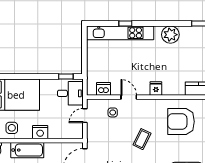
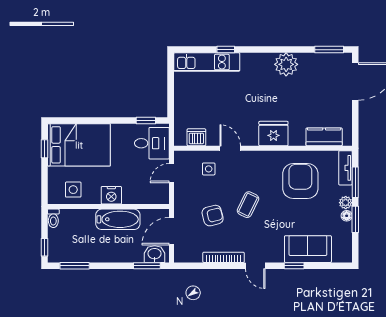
kitchen unit: (120, 33) -> (207, 62), width x0.73
fridge: (156, 88) -> (273, 134), width x1.88, depth x1.34
armchair: (181, 122) -> (300, 181), turned 90
armchair: (116, 147) -> (213, 216), added
bathtub: (27, 150) -> (118, 219), moved

